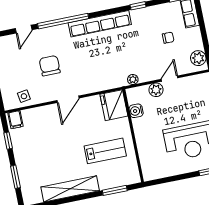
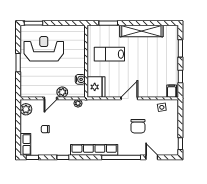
door: (24, 29) -> (152, 157), hinge flipped

